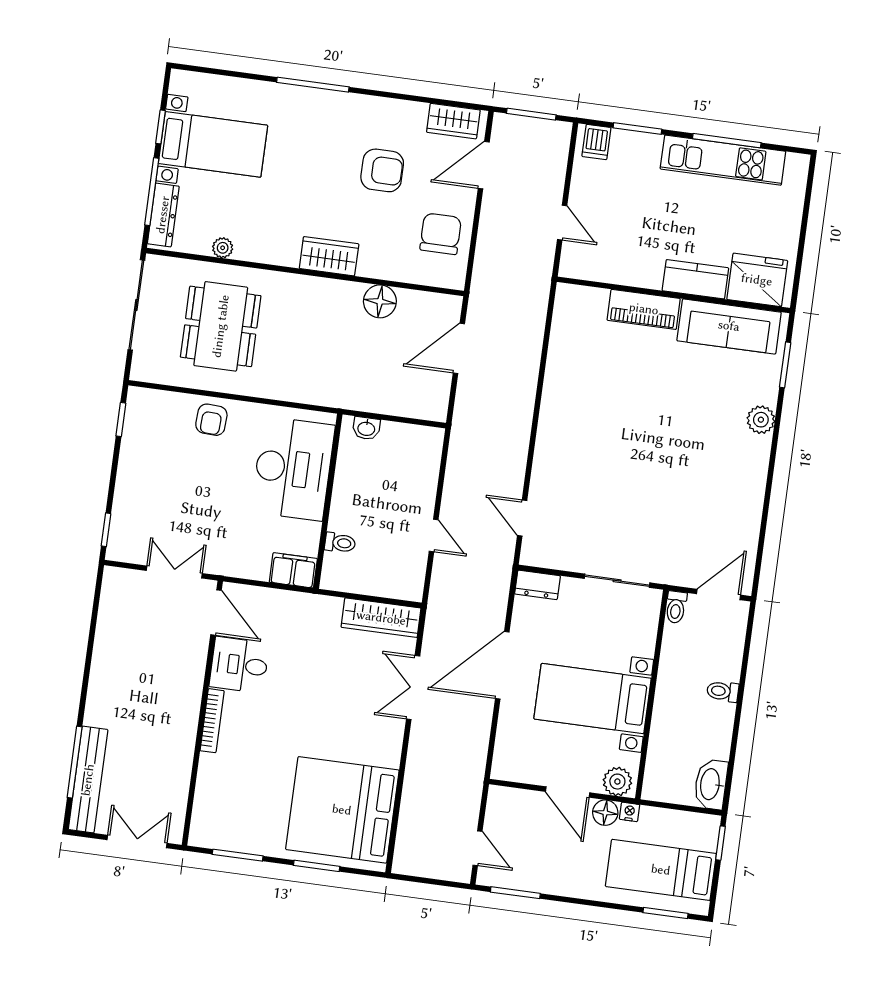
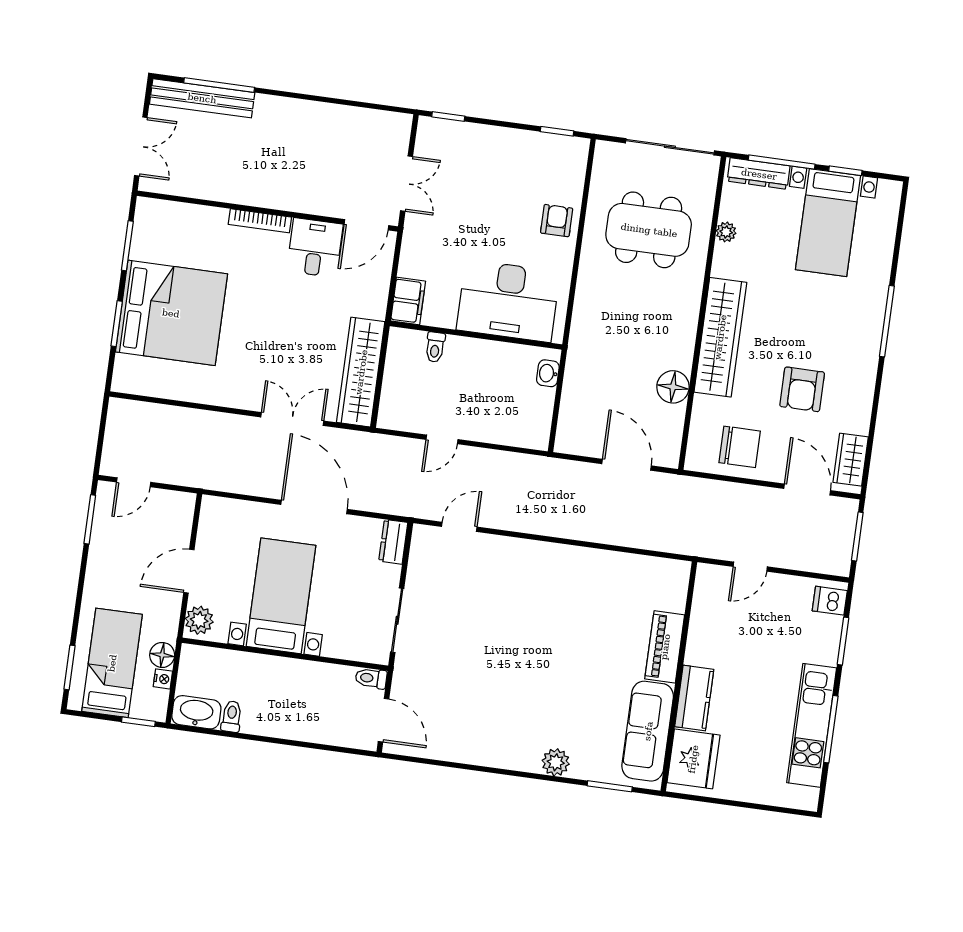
wardrobe: (329, 256) -> (720, 337), width x2.10, depth x1.17
armchair: (211, 420) -> (557, 221), turned 87
wardrobe: (381, 618) -> (361, 372), width x1.40, depth x1.17
toilet: (723, 691) -> (232, 716), moved
bed: (342, 810) -> (171, 313), moved, turned 90
nightstand: (630, 812) -> (163, 679), moved
floor lamp: (605, 813) -> (162, 655), moved

